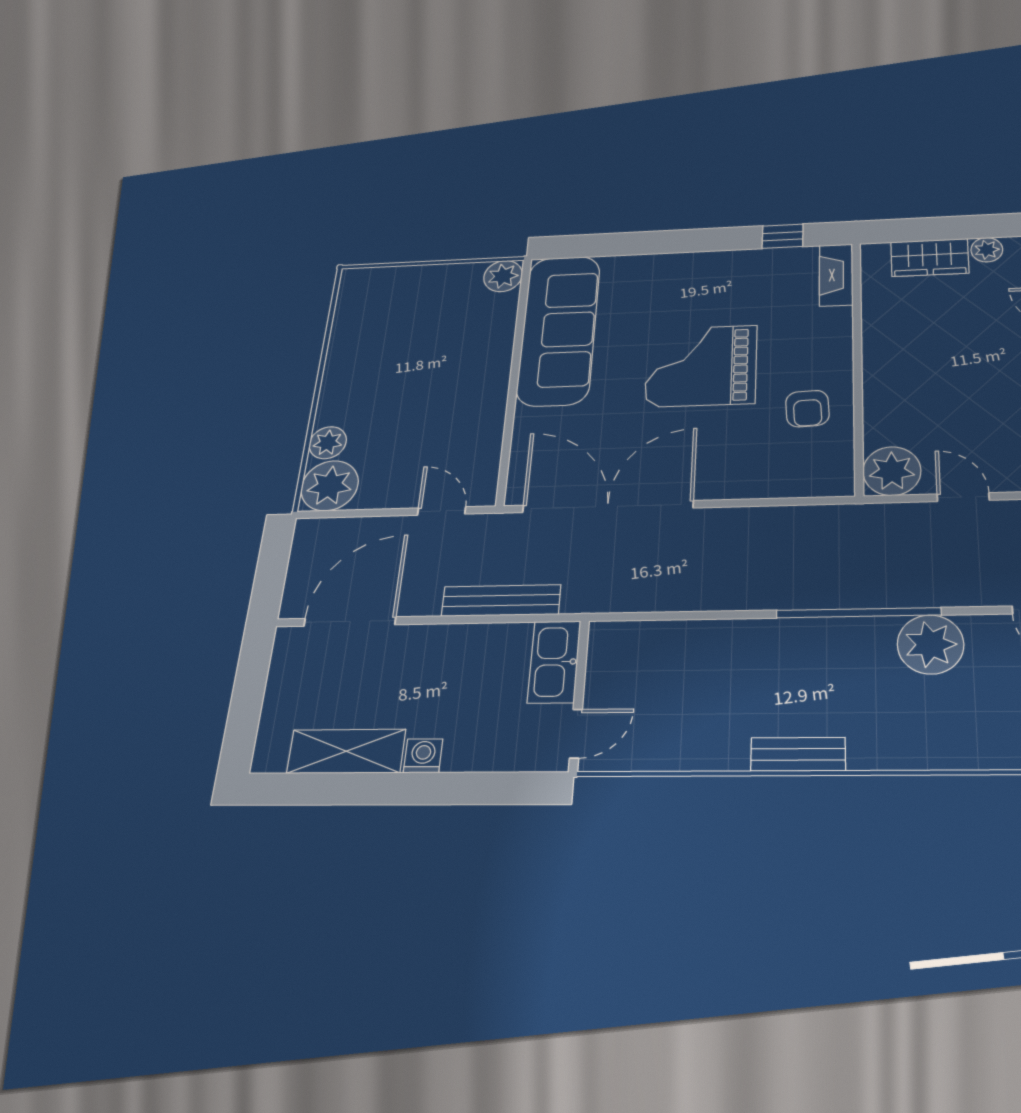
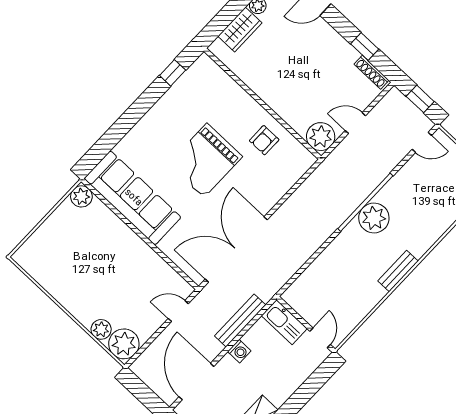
fireplace: (836, 275) -> (213, 71), removed
armchair: (807, 409) -> (264, 140), turned 93
plant: (930, 644) -> (374, 218), moved
washing machine: (423, 756) -> (239, 351), moved, turned 180

